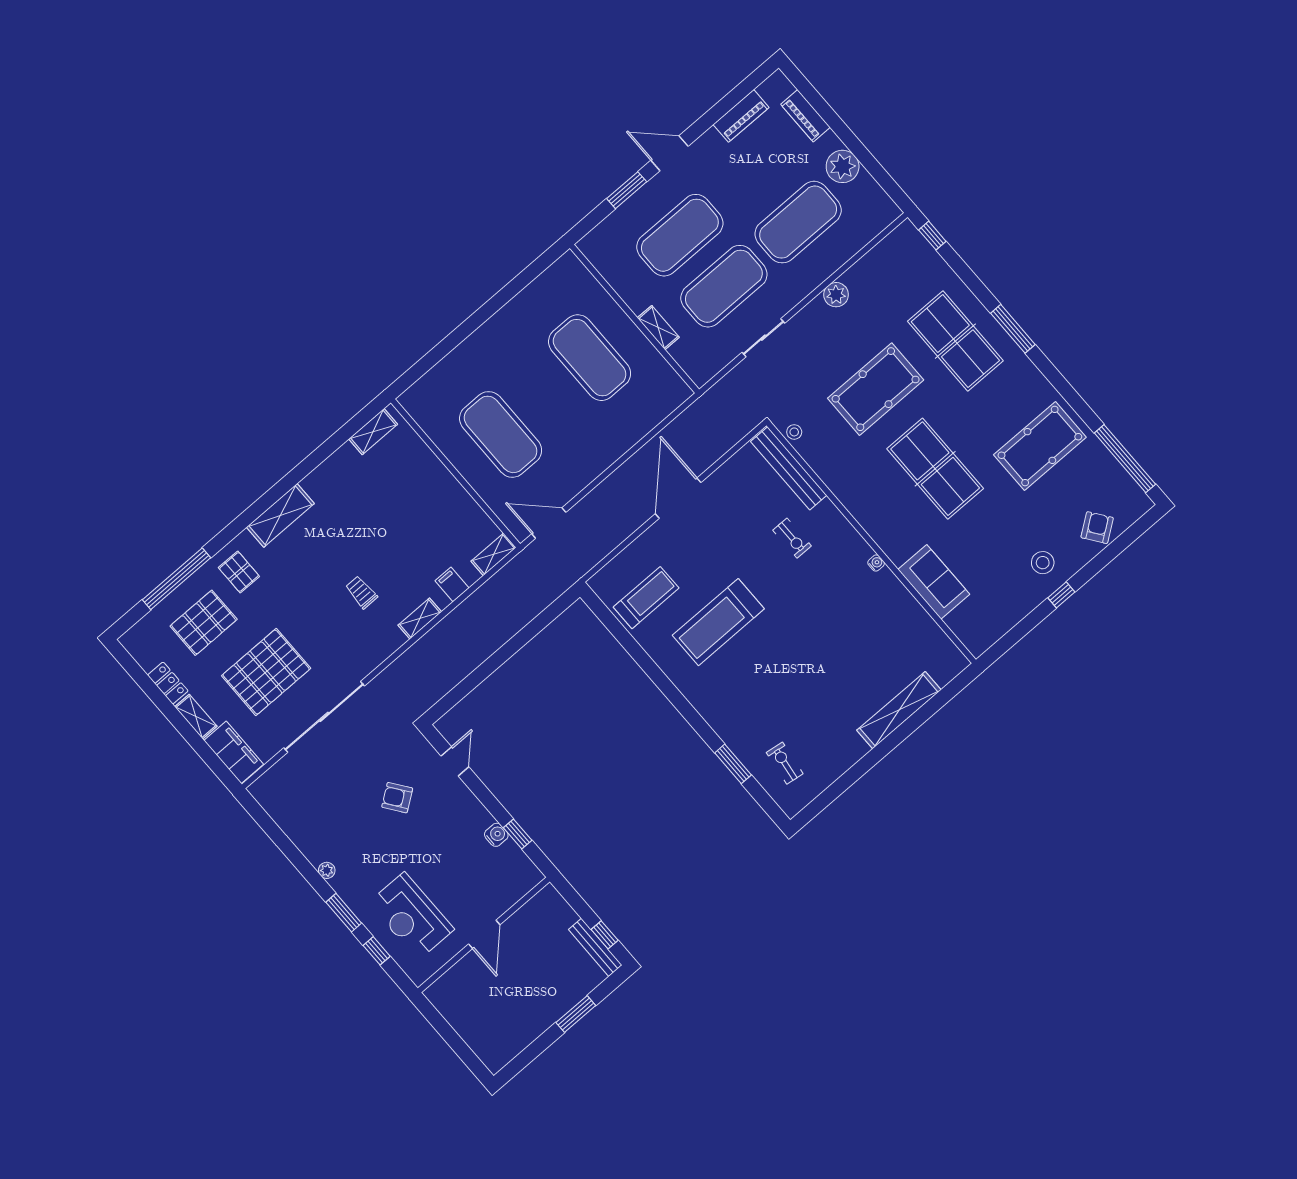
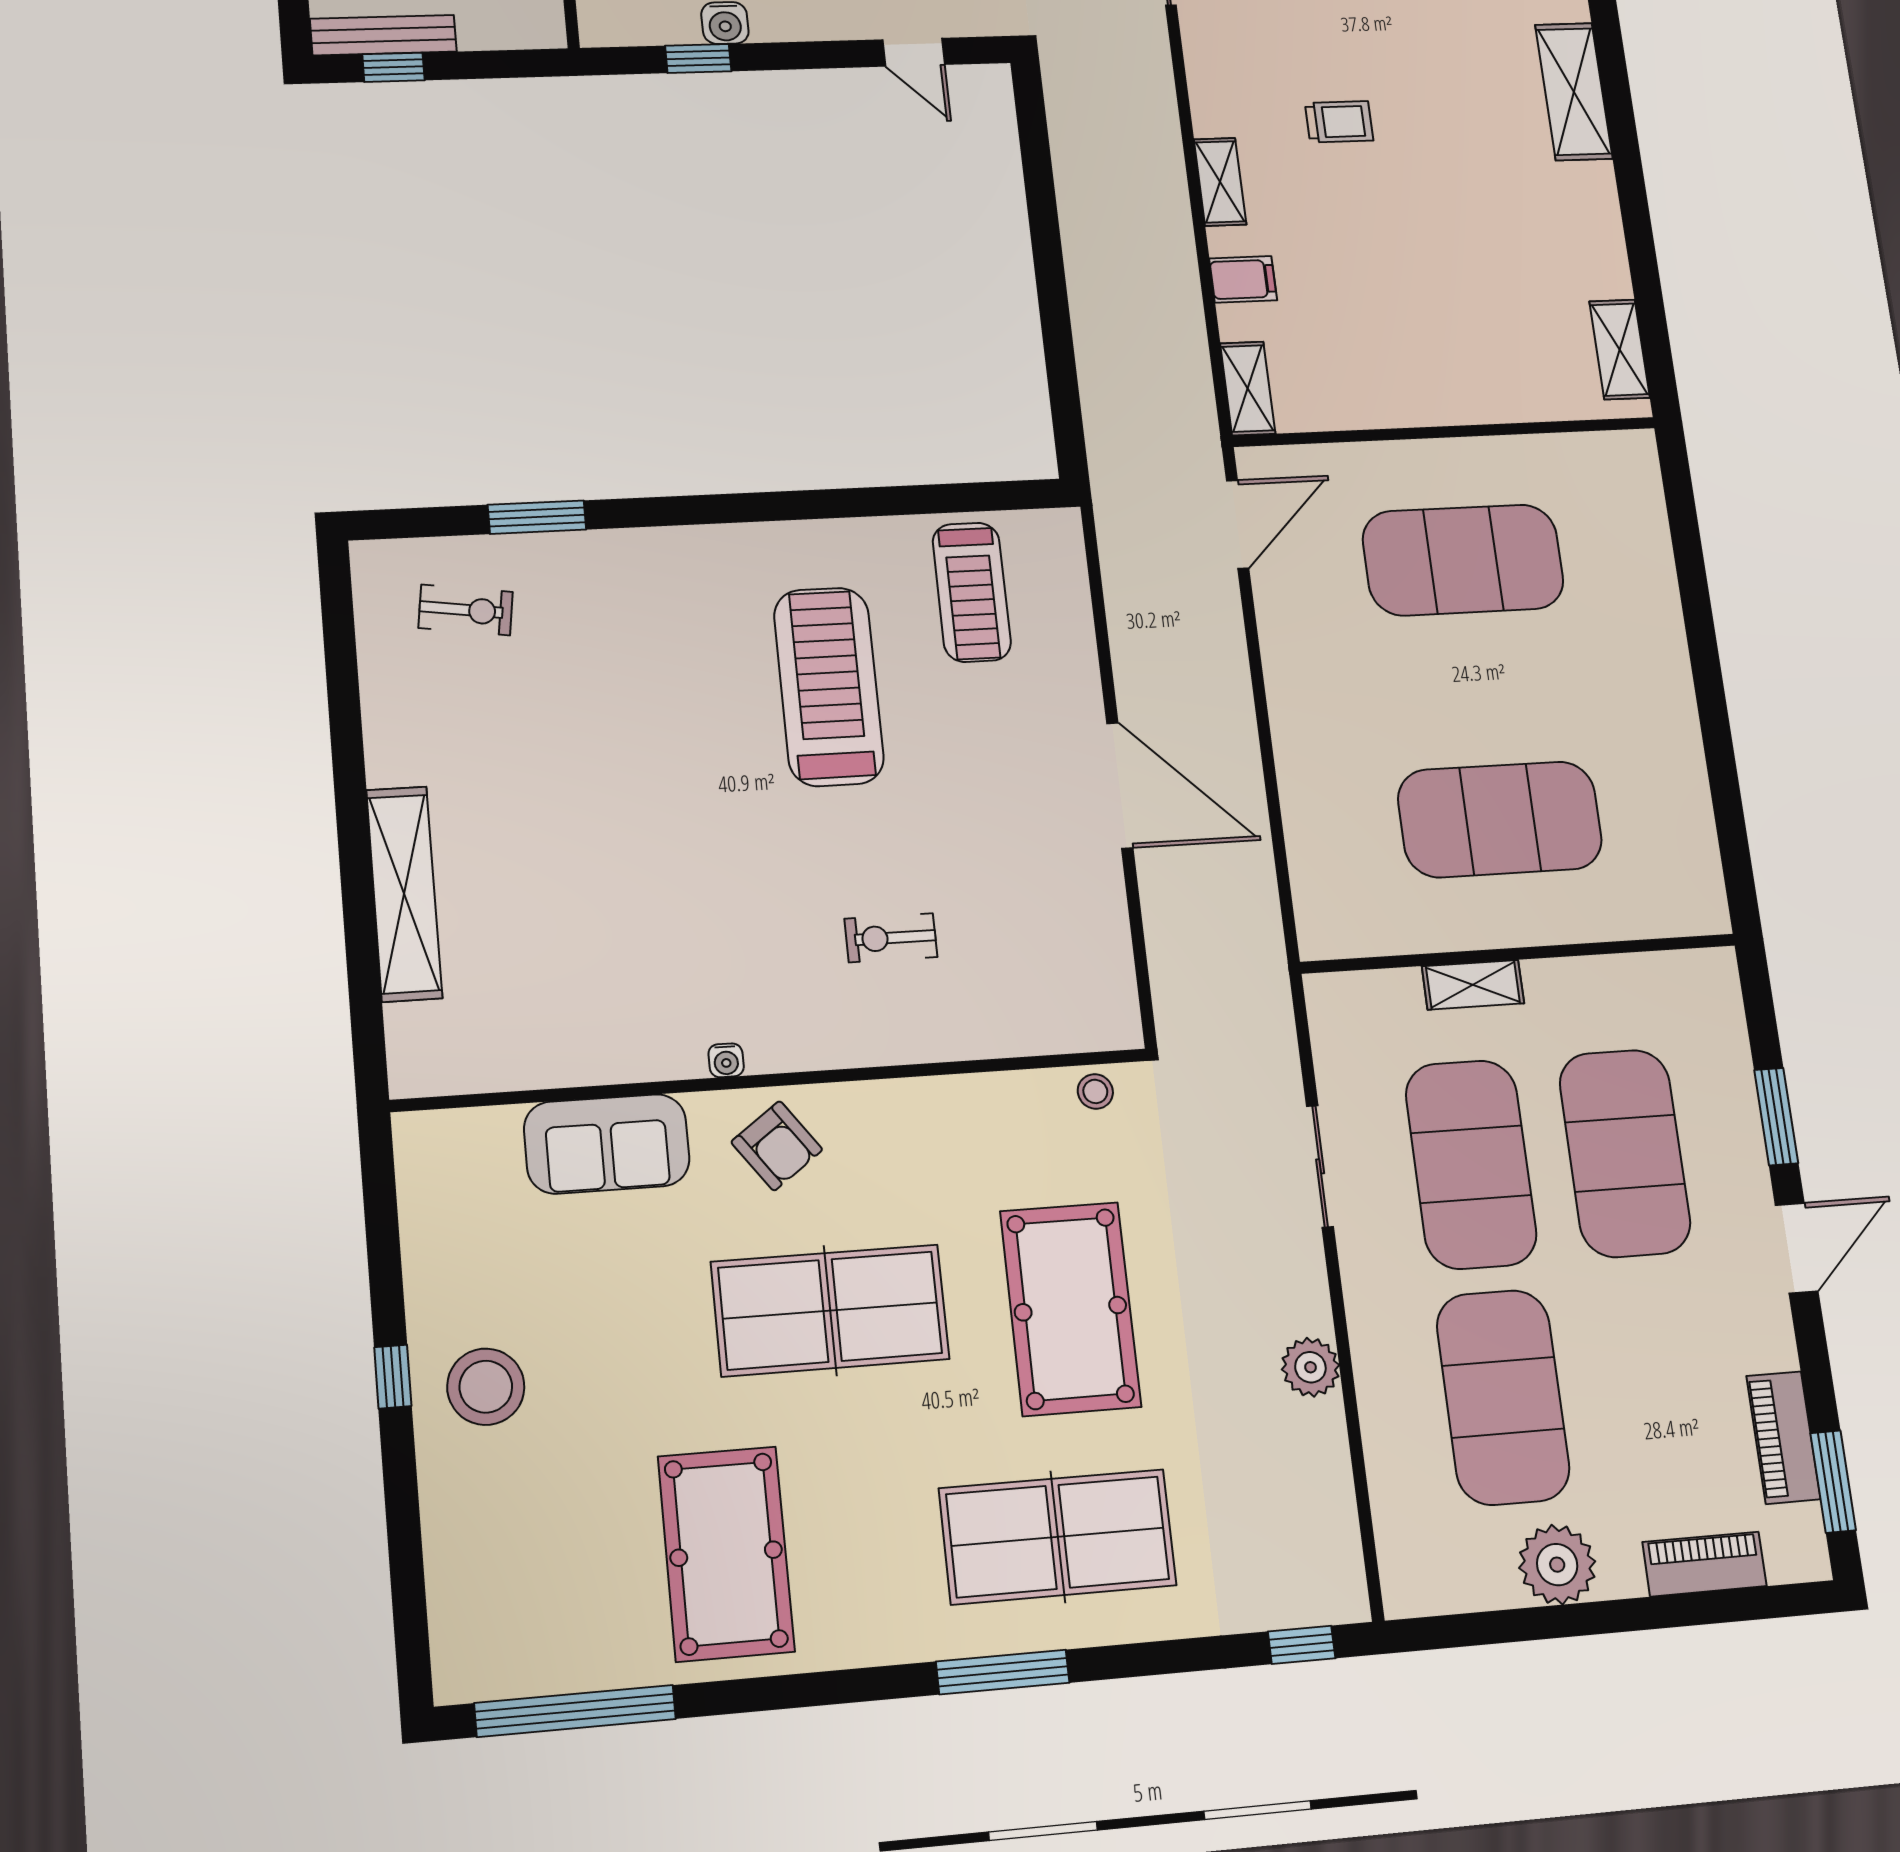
window: (744, 89) -> (1833, 1482), added
bench: (789, 468) -> (1032, 1030), removed
armchair: (1097, 528) -> (777, 1146), moved
stool: (1043, 563) -> (486, 1387), width x1.38, depth x1.38

